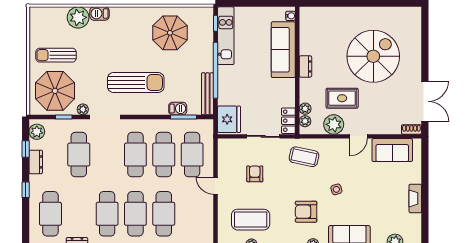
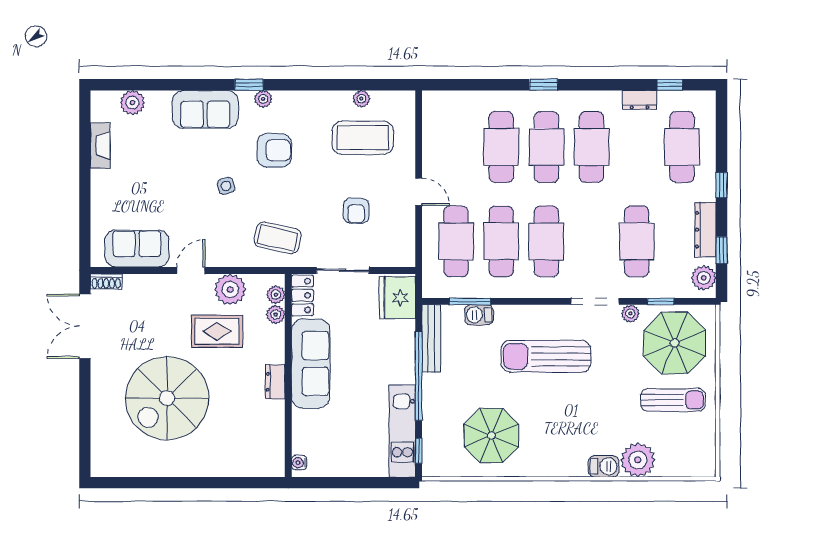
sofa: (283, 50) -> (311, 363), moved
dresser: (36, 162) -> (705, 230), width x1.44
fireplace: (415, 198) -> (100, 146), moved

